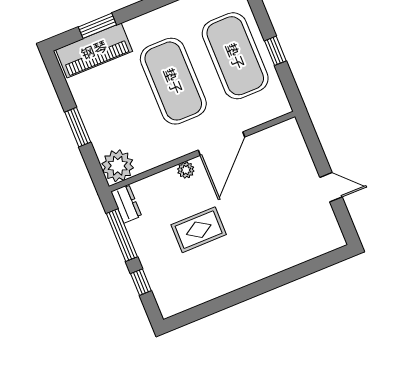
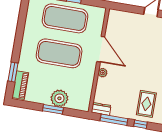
piano: (94, 50) -> (20, 85), width x0.73, depth x0.75
plant: (118, 166) -> (59, 98), moved
rug: (199, 230) -> (146, 104), moved

